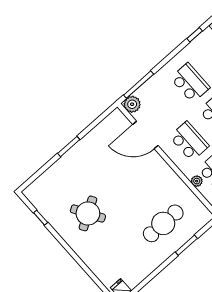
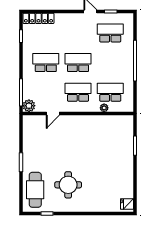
door: (145, 135) -> (53, 114), width x0.53
round table: (88, 213) -> (68, 185), turned 31
cafe table: (163, 223) -> (35, 190), moved

